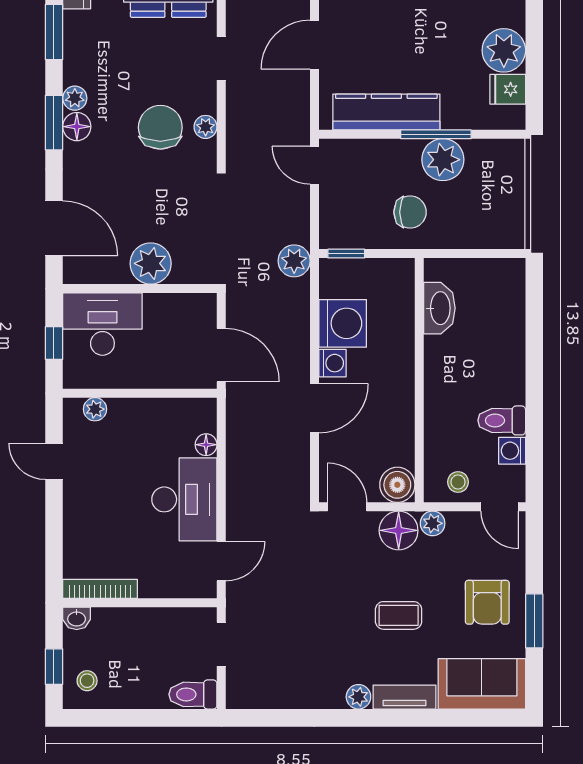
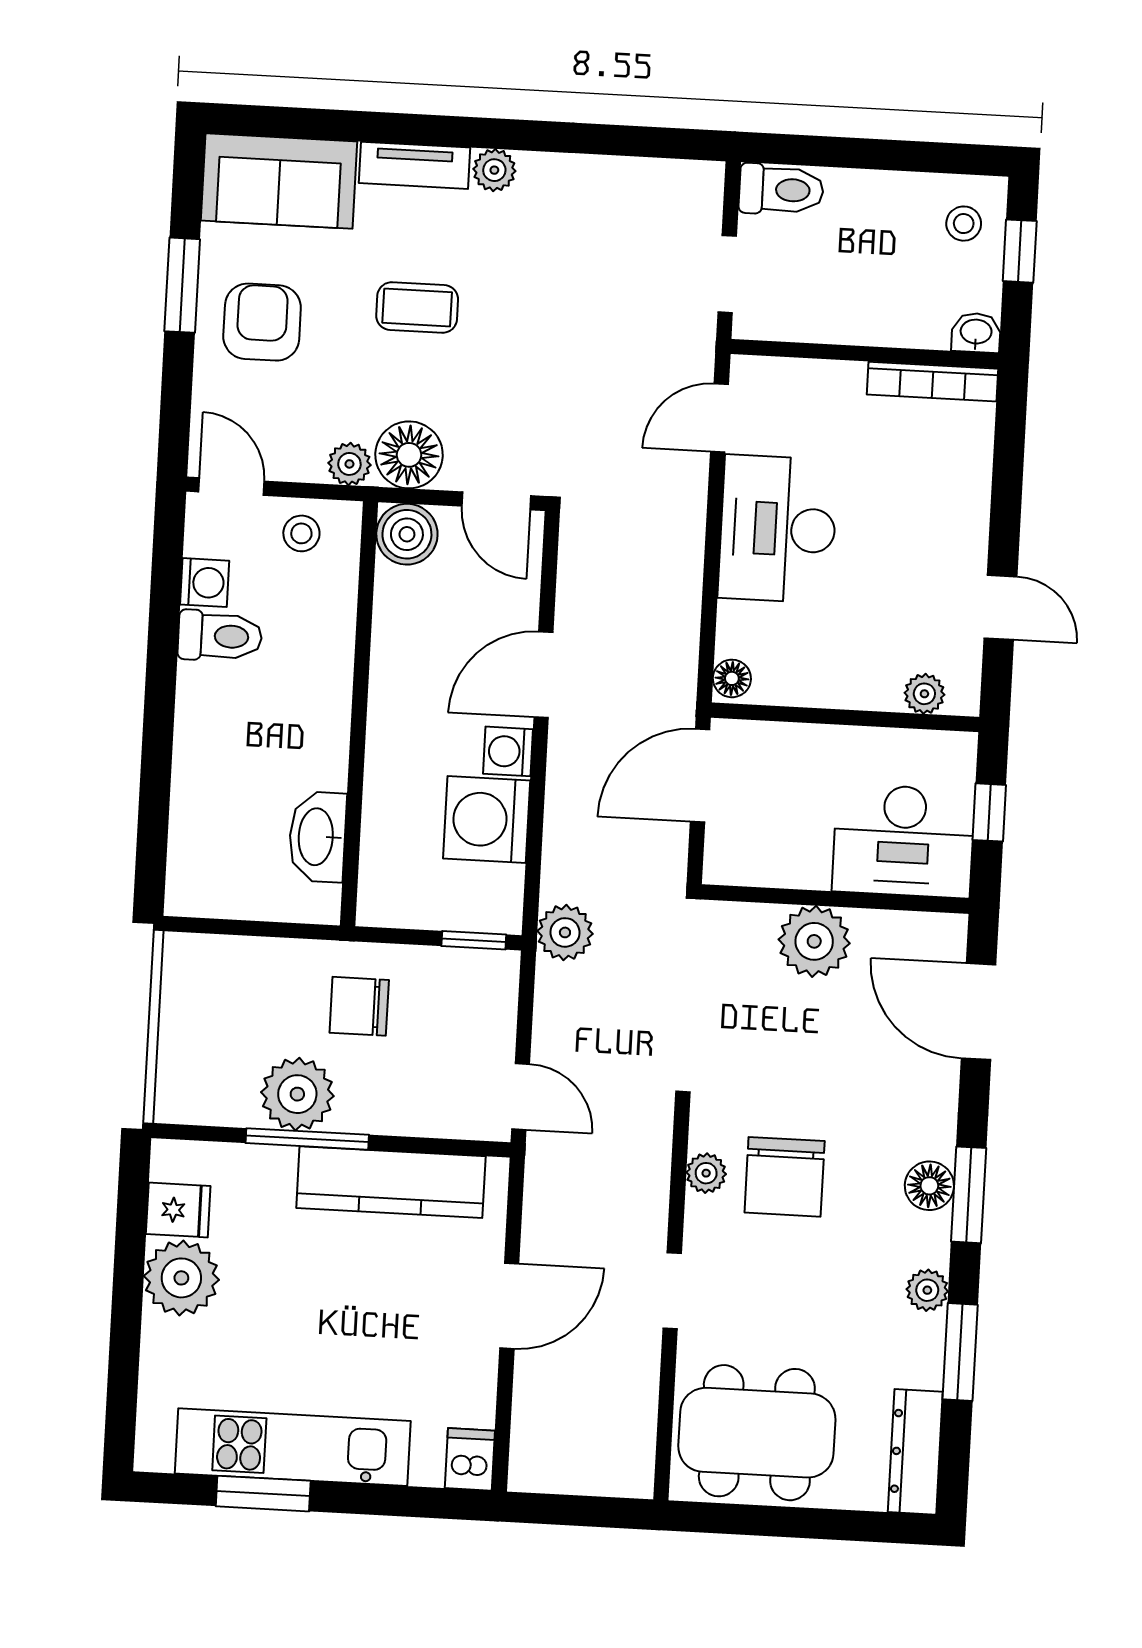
plant: (75, 98) -> (927, 1290), moved
door: (221, 355) -> (700, 776), hinge flipped
floor lamp: (206, 445) -> (732, 678), moved

